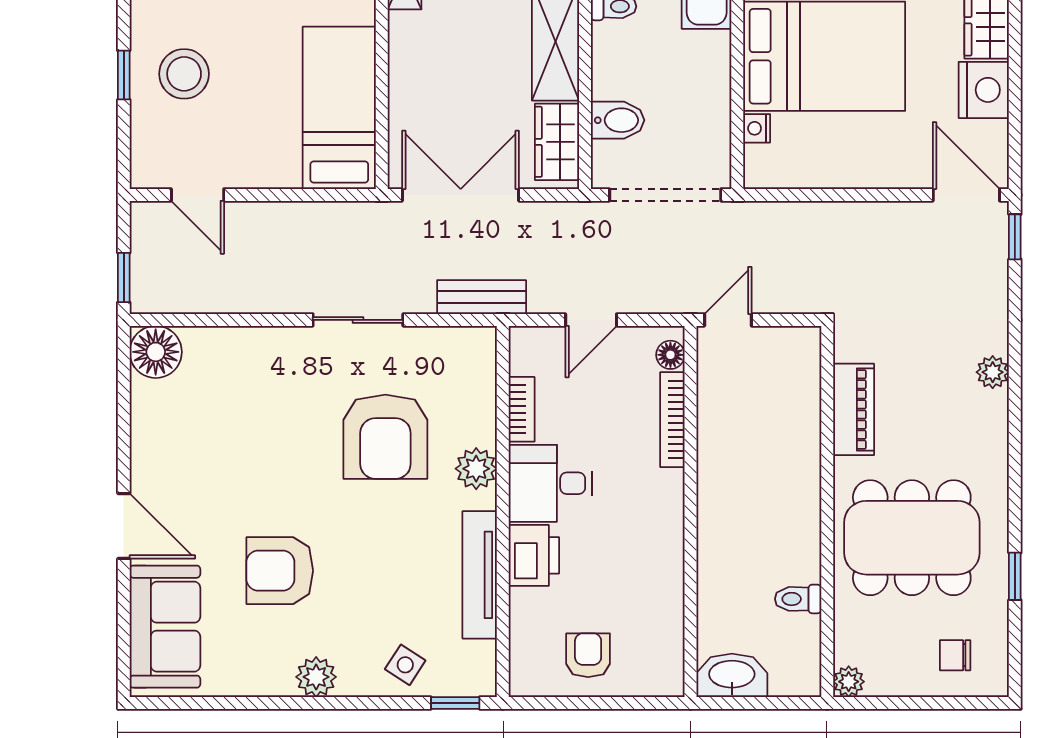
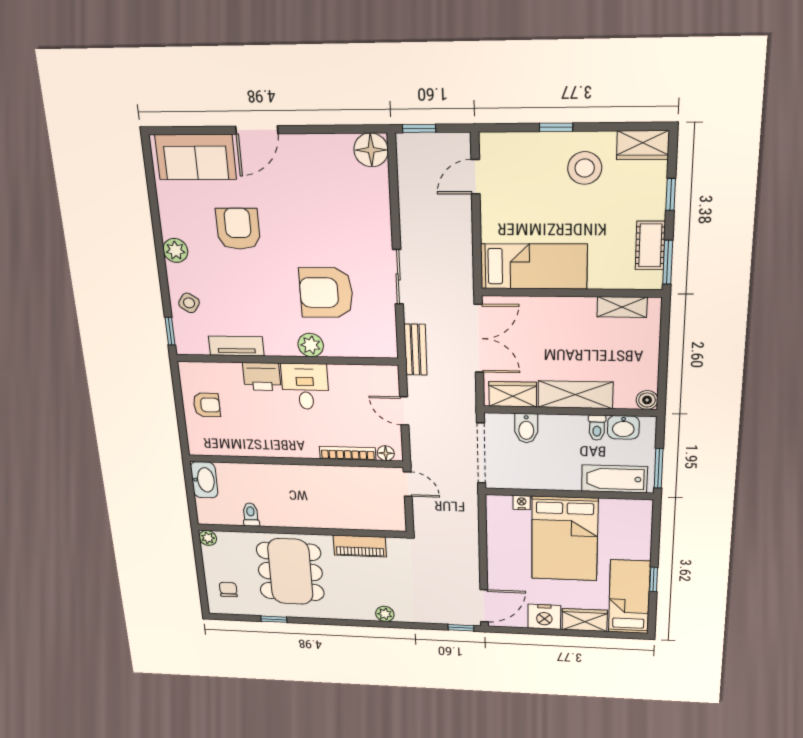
stool: (184, 74) -> (585, 168), moved
bookcase: (522, 409) -> (348, 371), removed
tv unit: (480, 575) -> (236, 346), width x0.71

